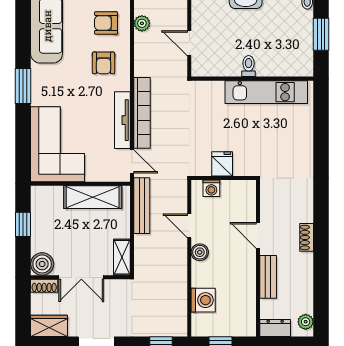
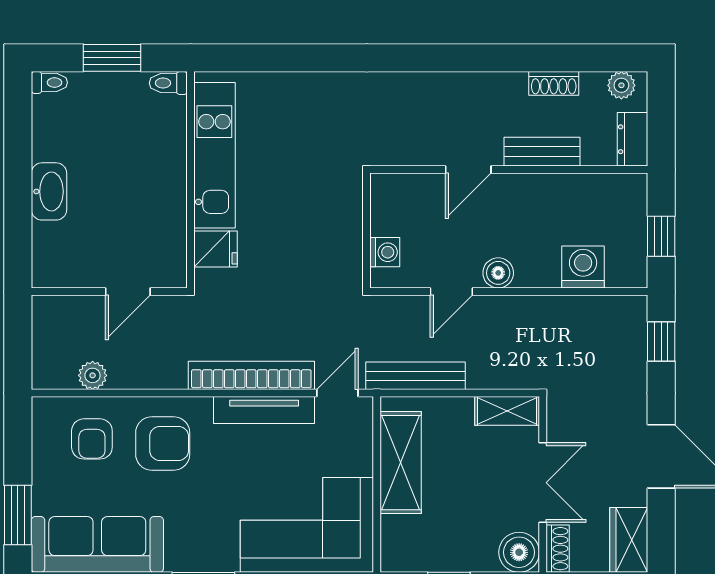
armchair: (103, 63) -> (163, 443), width x1.38, depth x1.38
toilet: (249, 66) -> (168, 83), moved
fridge: (222, 164) -> (216, 249), moved, turned 180
shoe rack: (307, 237) -> (554, 83), moved

